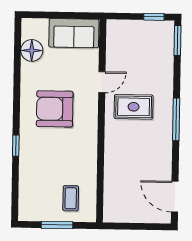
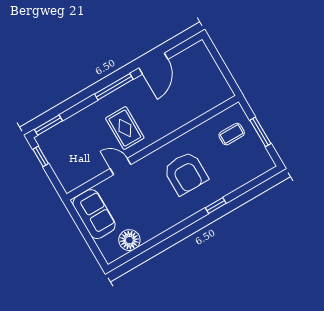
armchair: (55, 109) -> (186, 173), moved
door: (175, 197) -> (153, 64), moved

